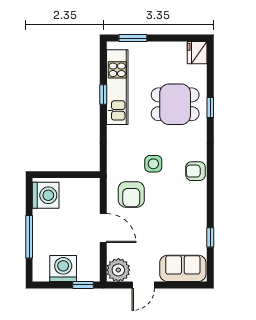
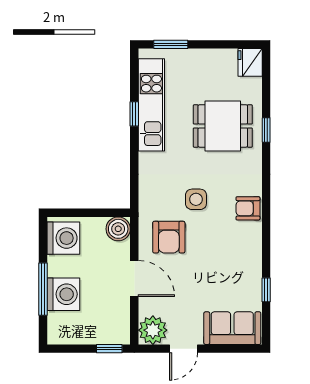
boiler: (90, 188) -> (118, 229), added
washing machine: (63, 268) -> (63, 294), moved, turned 90

